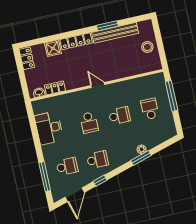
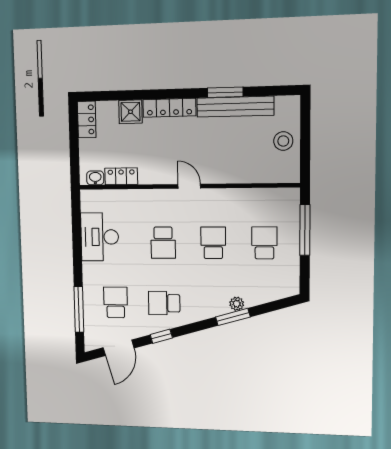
school desk: (119, 116) -> (213, 243), turned -90
school desk: (97, 160) -> (164, 303), turned 180
school desk: (67, 166) -> (116, 302), turned -90

